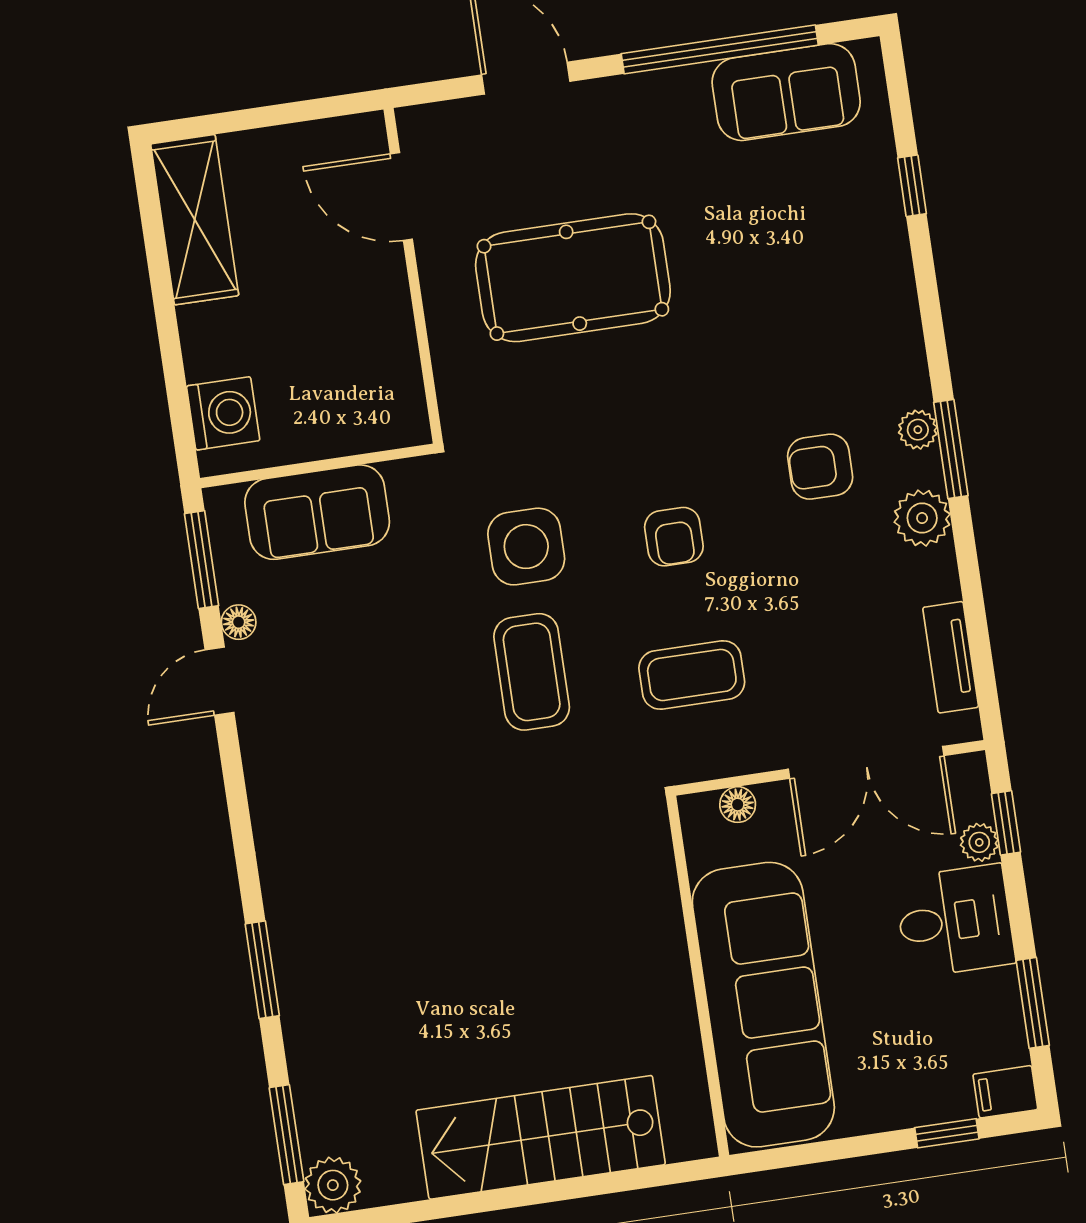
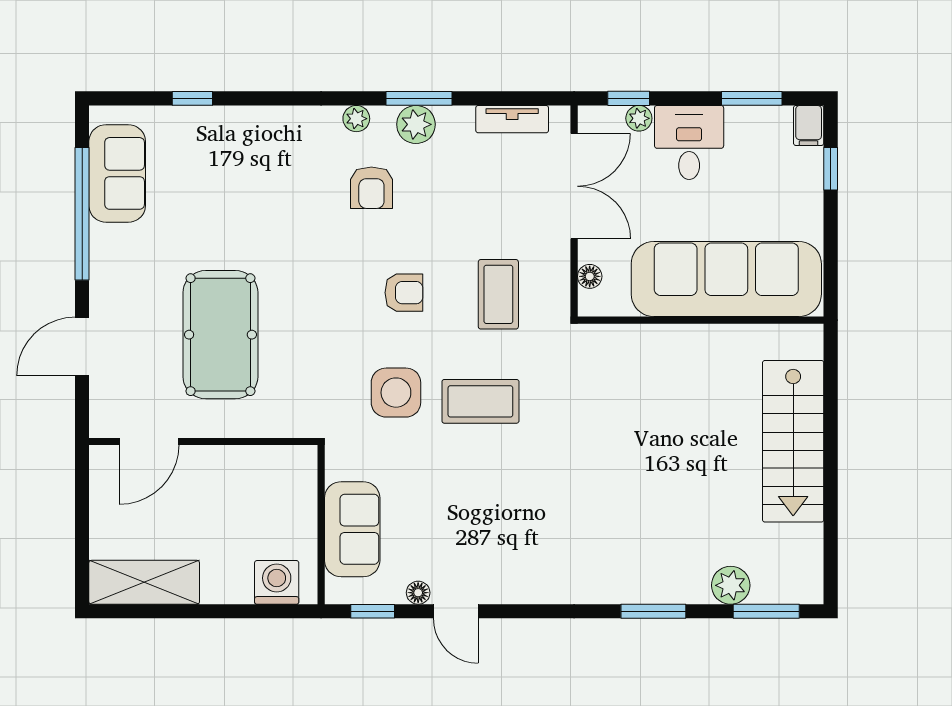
window: (951, 449) -> (419, 98), moved
window: (202, 560) -> (373, 611), width x0.67
plant: (333, 1185) -> (731, 585), moved

